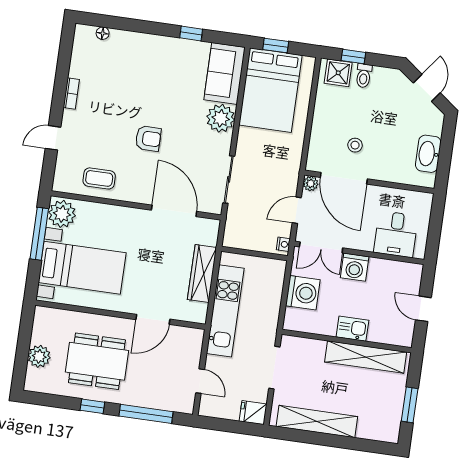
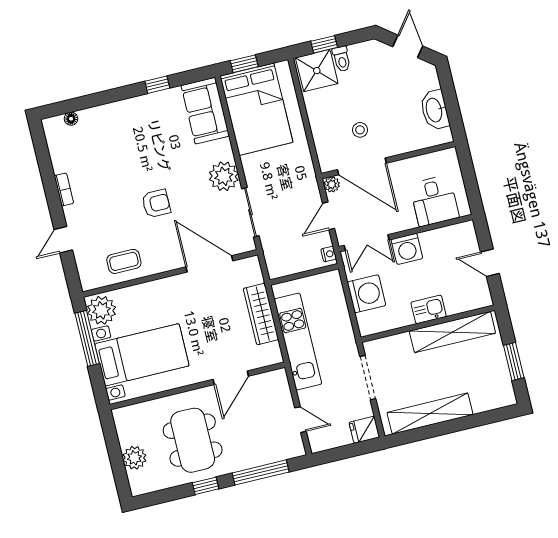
shower: (338, 73) -> (317, 71), width x1.36, depth x1.36
plant: (221, 118) -> (224, 176), moved
dining table: (97, 361) -> (193, 440), turned 90

